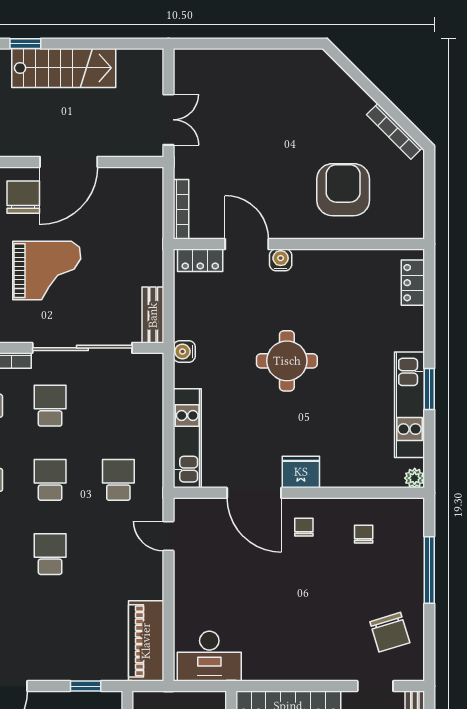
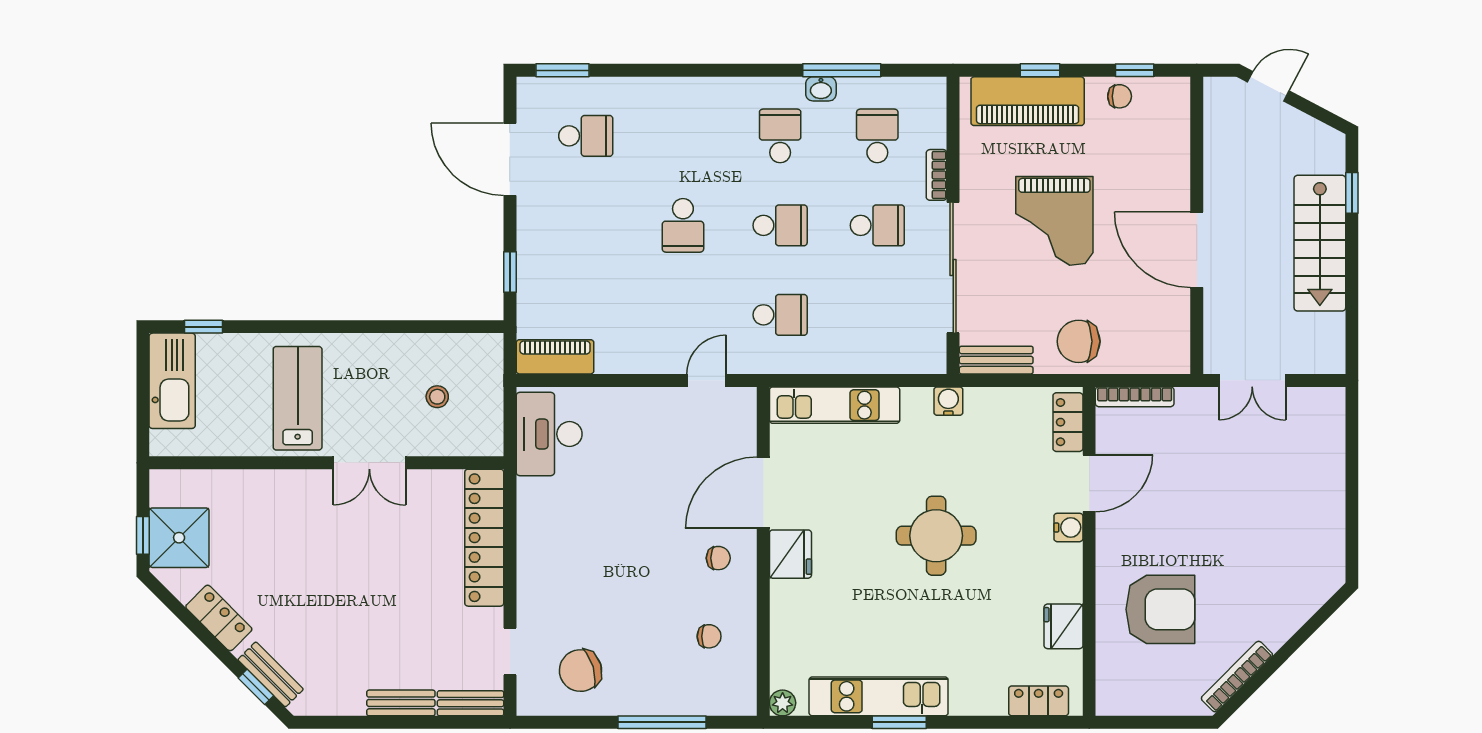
chair: (23, 197) -> (1079, 341), moved, turned 180
fridge: (356, 264) -> (1064, 626), added
school desk: (50, 554) -> (683, 225), turned 90
piano: (146, 641) -> (555, 357), width x0.73, depth x0.75

